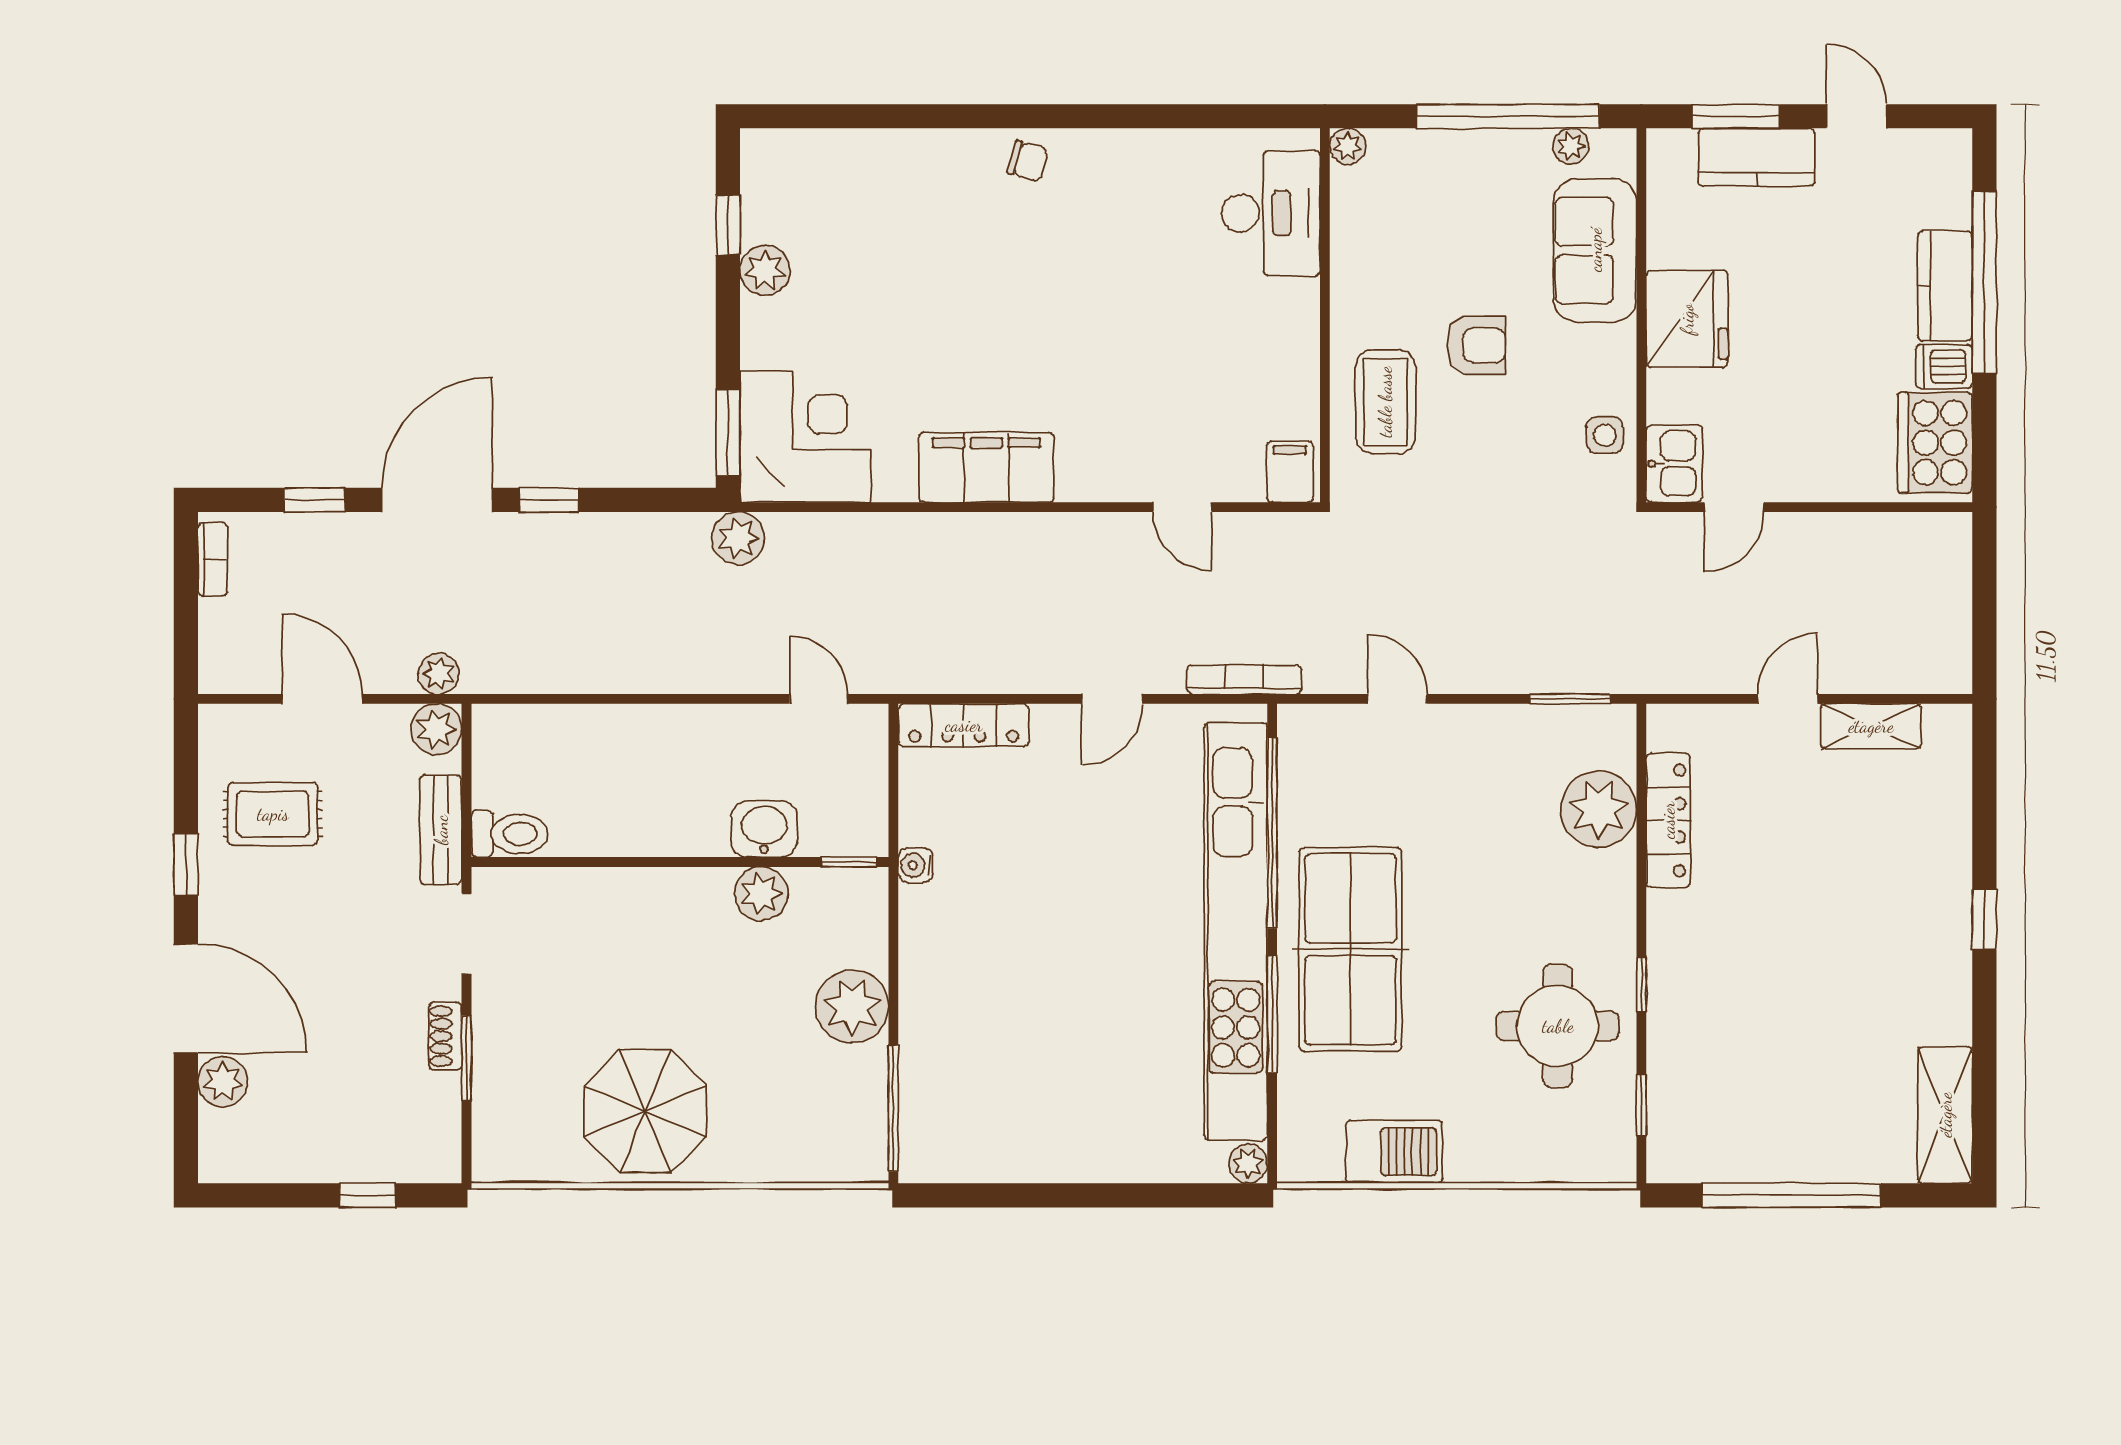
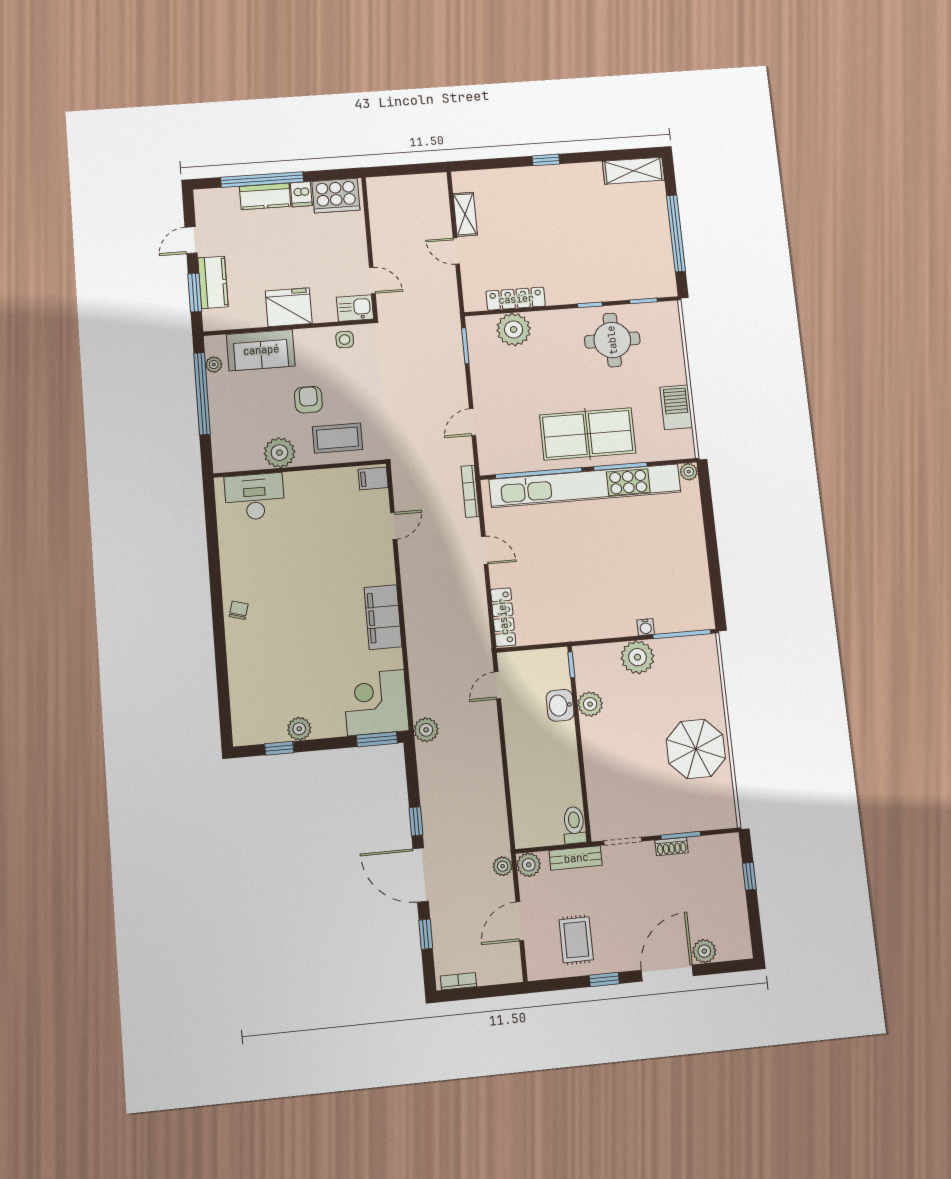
plant: (1348, 146) -> (279, 453), moved, width x1.87, depth x1.87
water cooler: (916, 865) -> (646, 627), moved

